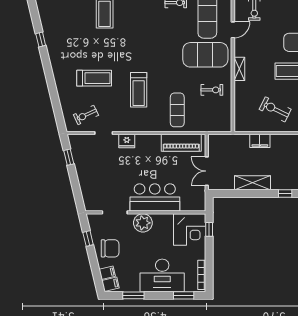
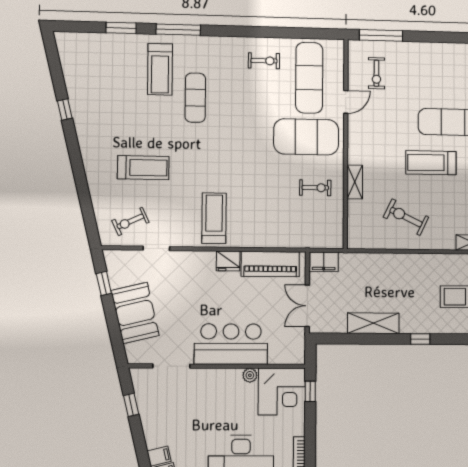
shelving: (239, 69) -> (355, 182), moved
treadmill: (139, 90) -> (214, 218), moved, turned 180
exercise mat: (177, 110) -> (195, 98), moved
fridge: (127, 141) -> (228, 261), moved
filing cabinet: (260, 141) -> (324, 262), moved
booth: (90, 177) -> (135, 313), added
plant: (143, 223) -> (250, 375), moved, width x0.53, depth x0.53
chair: (110, 248) -> (164, 420), removed

